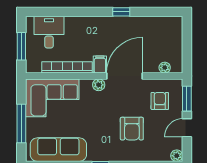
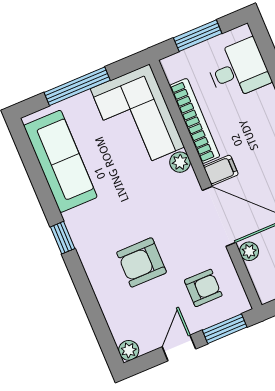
plant: (165, 68) -> (249, 251), moved
plant: (99, 85) -> (180, 162), moved
door: (187, 128) -> (179, 348), hinge flipped

